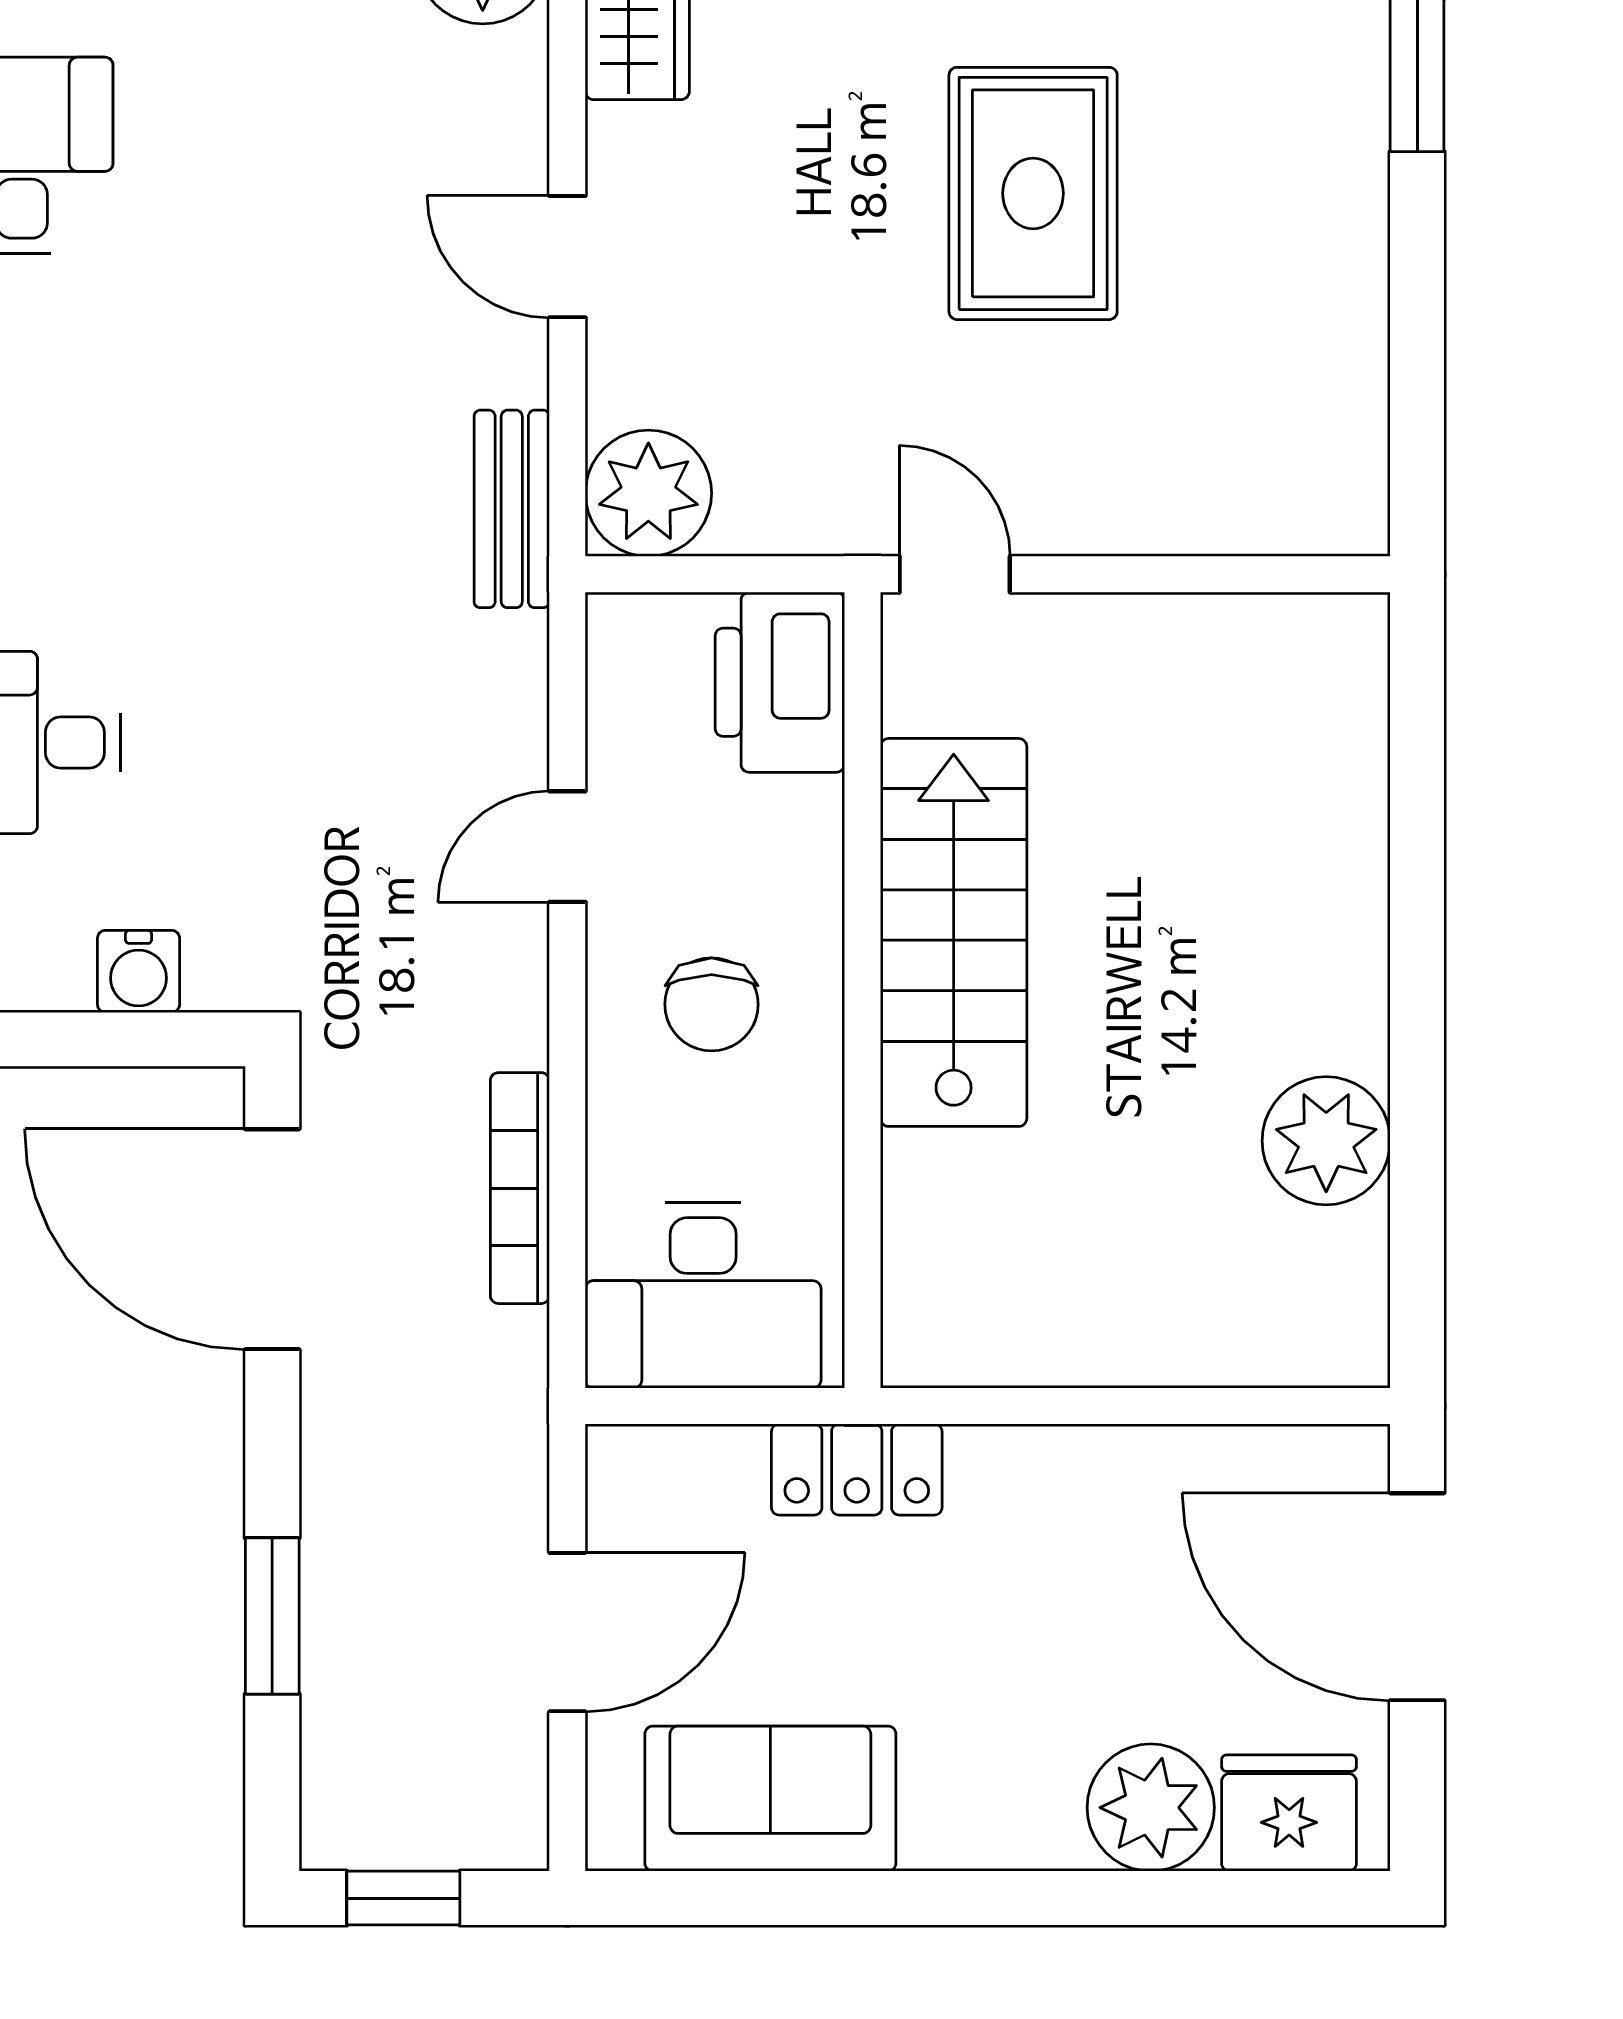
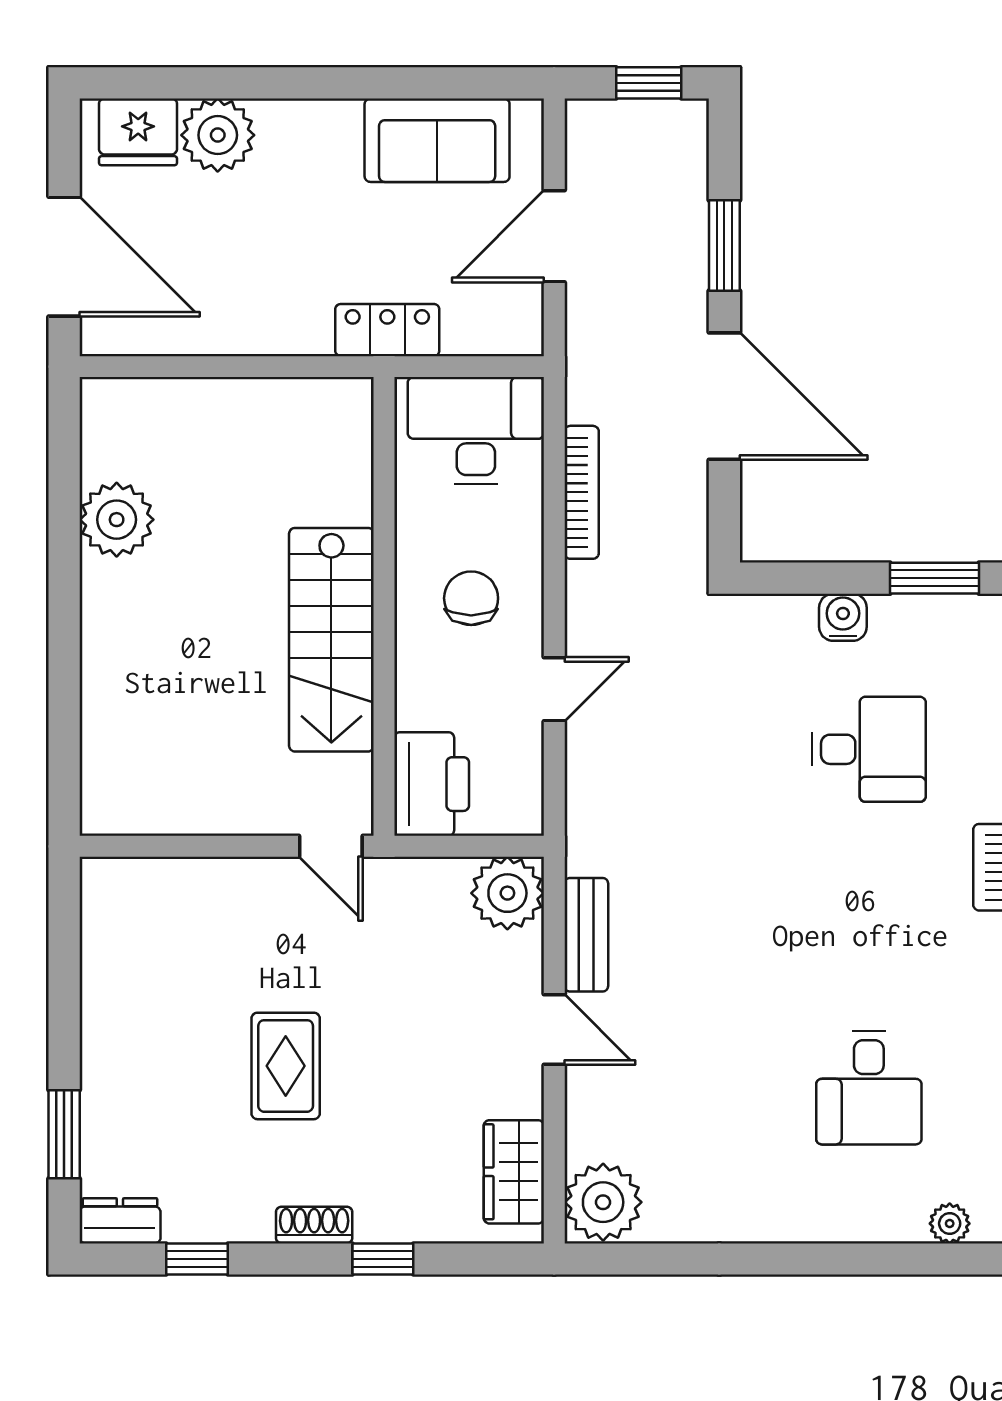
rug: (1033, 193) -> (286, 1066), width x0.73, depth x0.70
bench: (512, 509) -> (586, 935), moved
water cooler: (139, 971) -> (843, 617), moved
door: (272, 1239) -> (724, 396), moved

